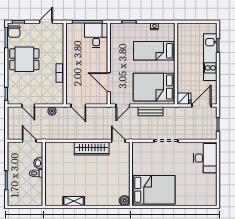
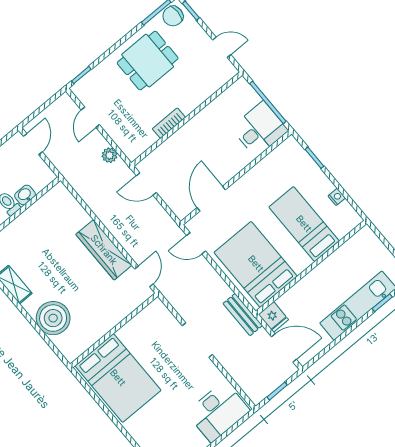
dining table: (24, 59) -> (148, 61), turned 90
door: (78, 105) -> (146, 184), hinge flipped
bench: (150, 111) -> (243, 314), moved
door: (29, 141) -> (33, 144), moved
boiler: (125, 201) -> (53, 318), moved, width x1.86, depth x1.86

